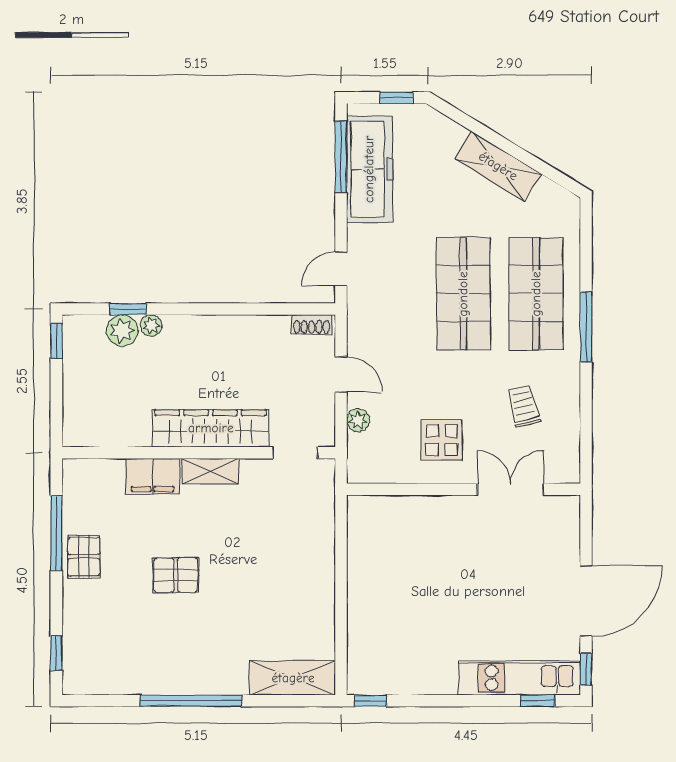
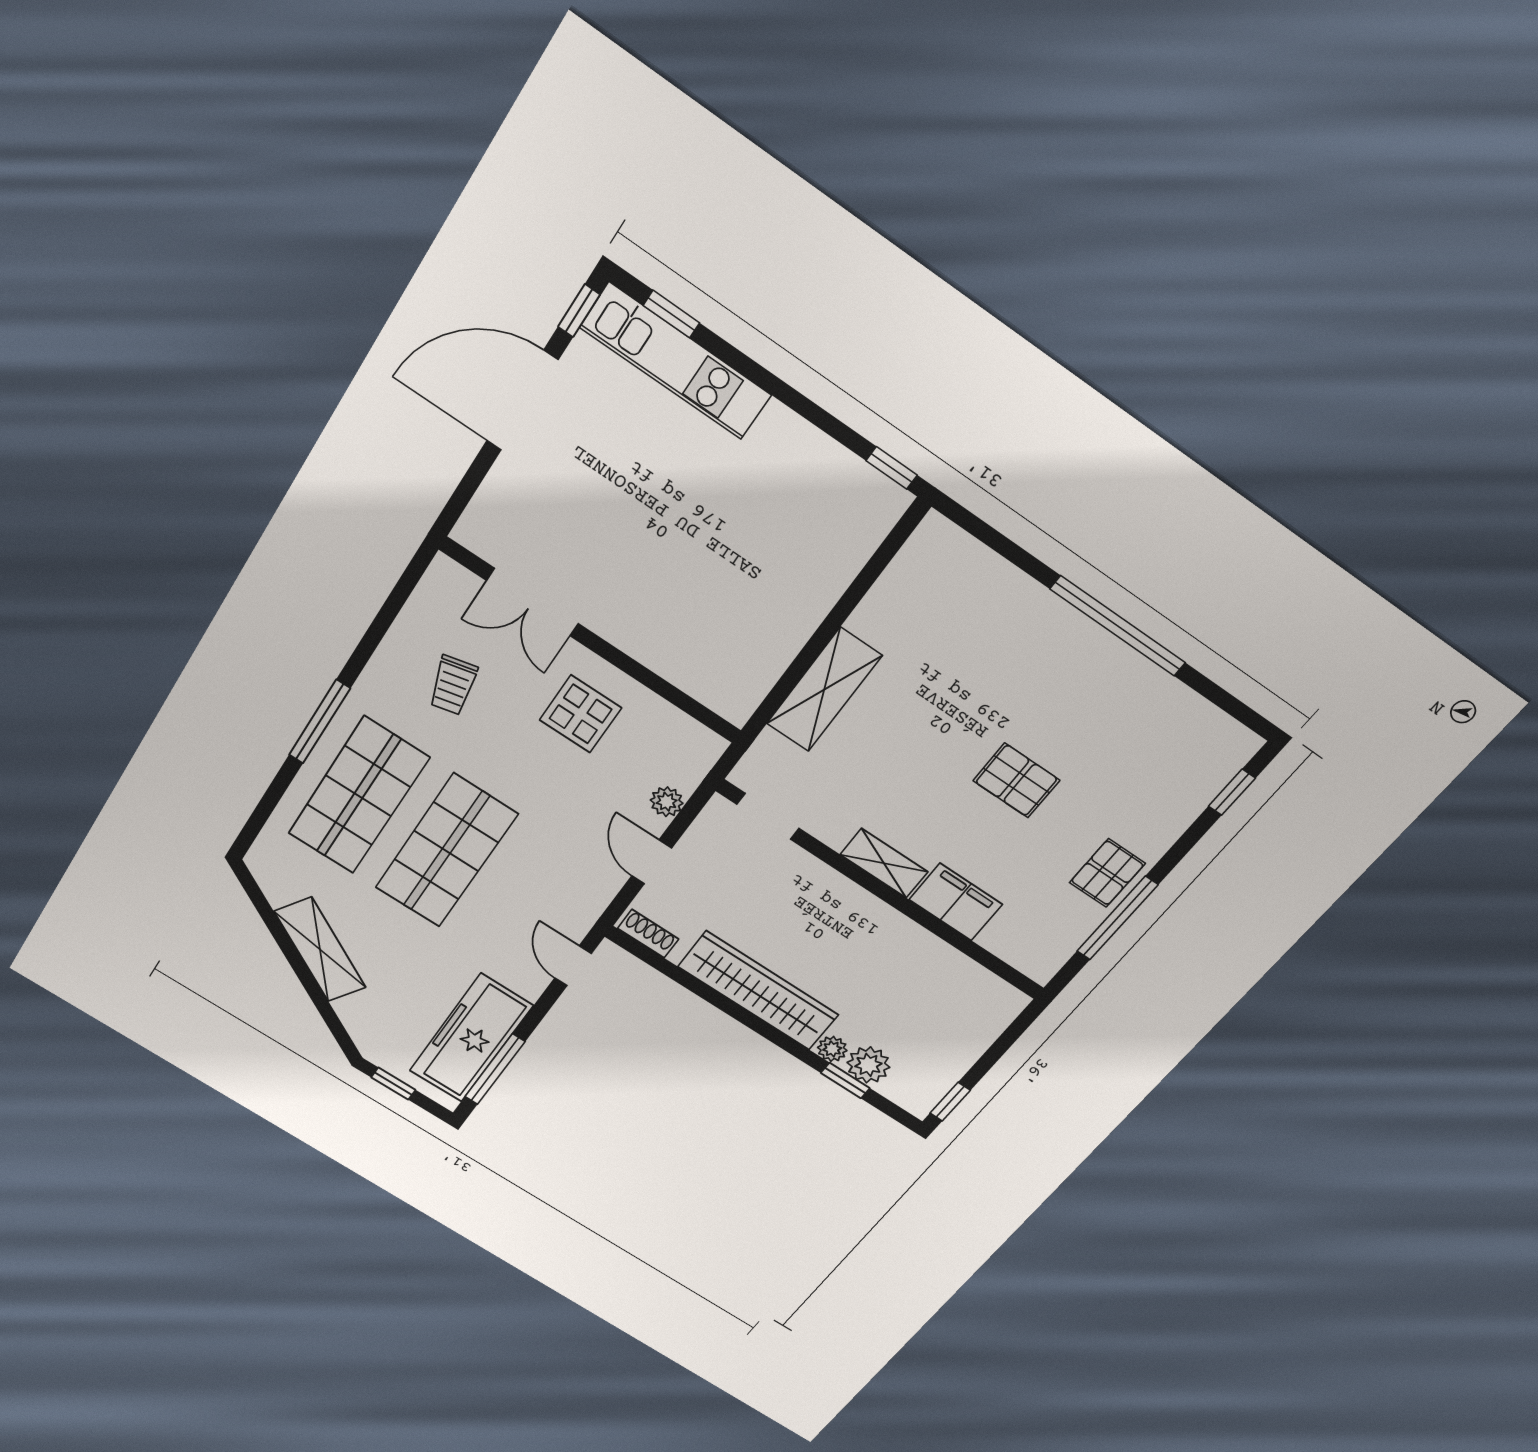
door: (341, 269) -> (573, 966), swing flipped
wardrobe: (211, 428) -> (758, 991), moved, turned 180
shelving: (293, 678) -> (824, 690), moved, turned 90

